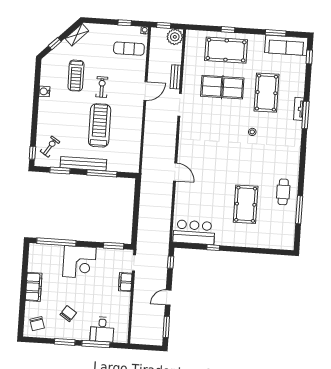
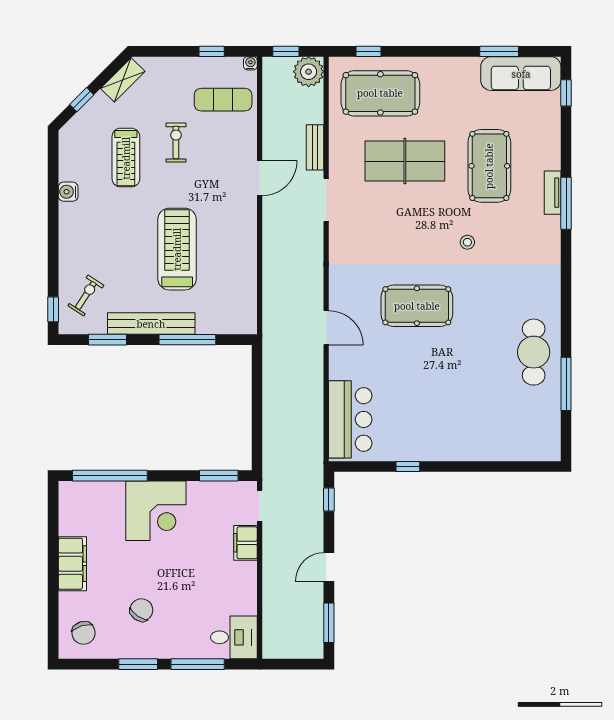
window: (228, 30) -> (368, 51), moved
pool table: (226, 50) -> (380, 93), moved
exercise bike: (102, 87) -> (176, 142), moved
cafe table: (283, 192) -> (534, 352), width x1.37, depth x1.35
pool table: (246, 204) -> (417, 306), moved, turned 90
bar counter: (194, 232) -> (350, 419), moved, turned 90
desk: (102, 329) -> (234, 637), moved, turned -90

